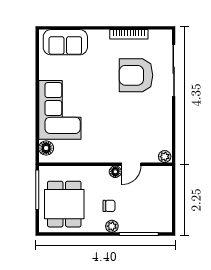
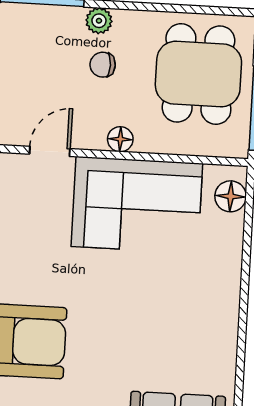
corner sofa: (60, 110) -> (137, 205), moved, turned -90
floor lamp: (115, 172) -> (120, 139), moved

